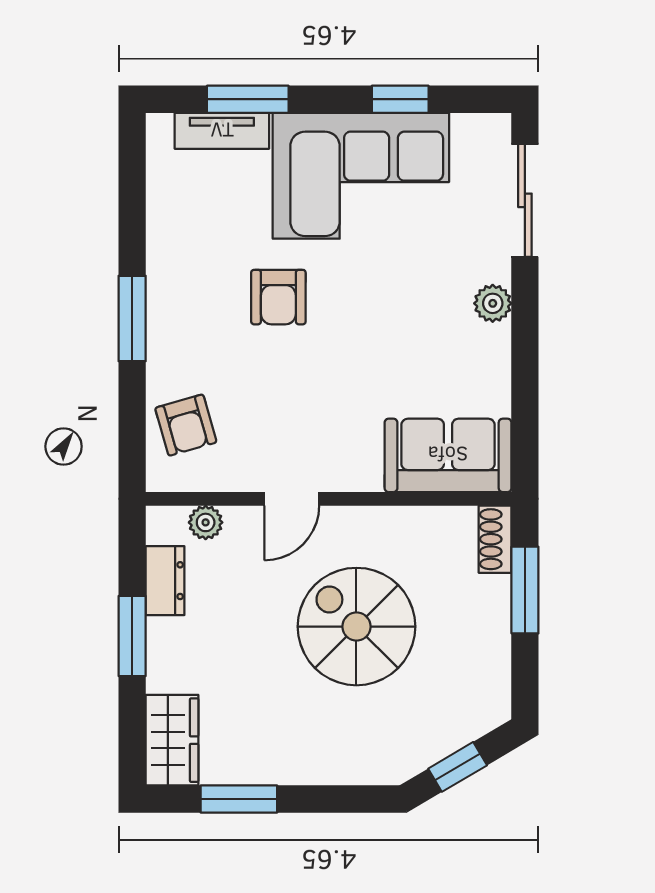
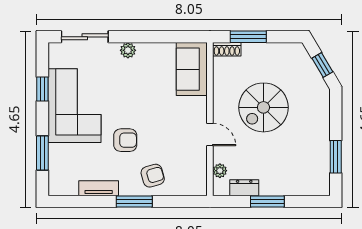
tv unit: (222, 131) -> (99, 188), moved, turned -90
armchair: (186, 425) -> (153, 176), moved
wardrobe: (172, 740) -> (311, 185), removed

